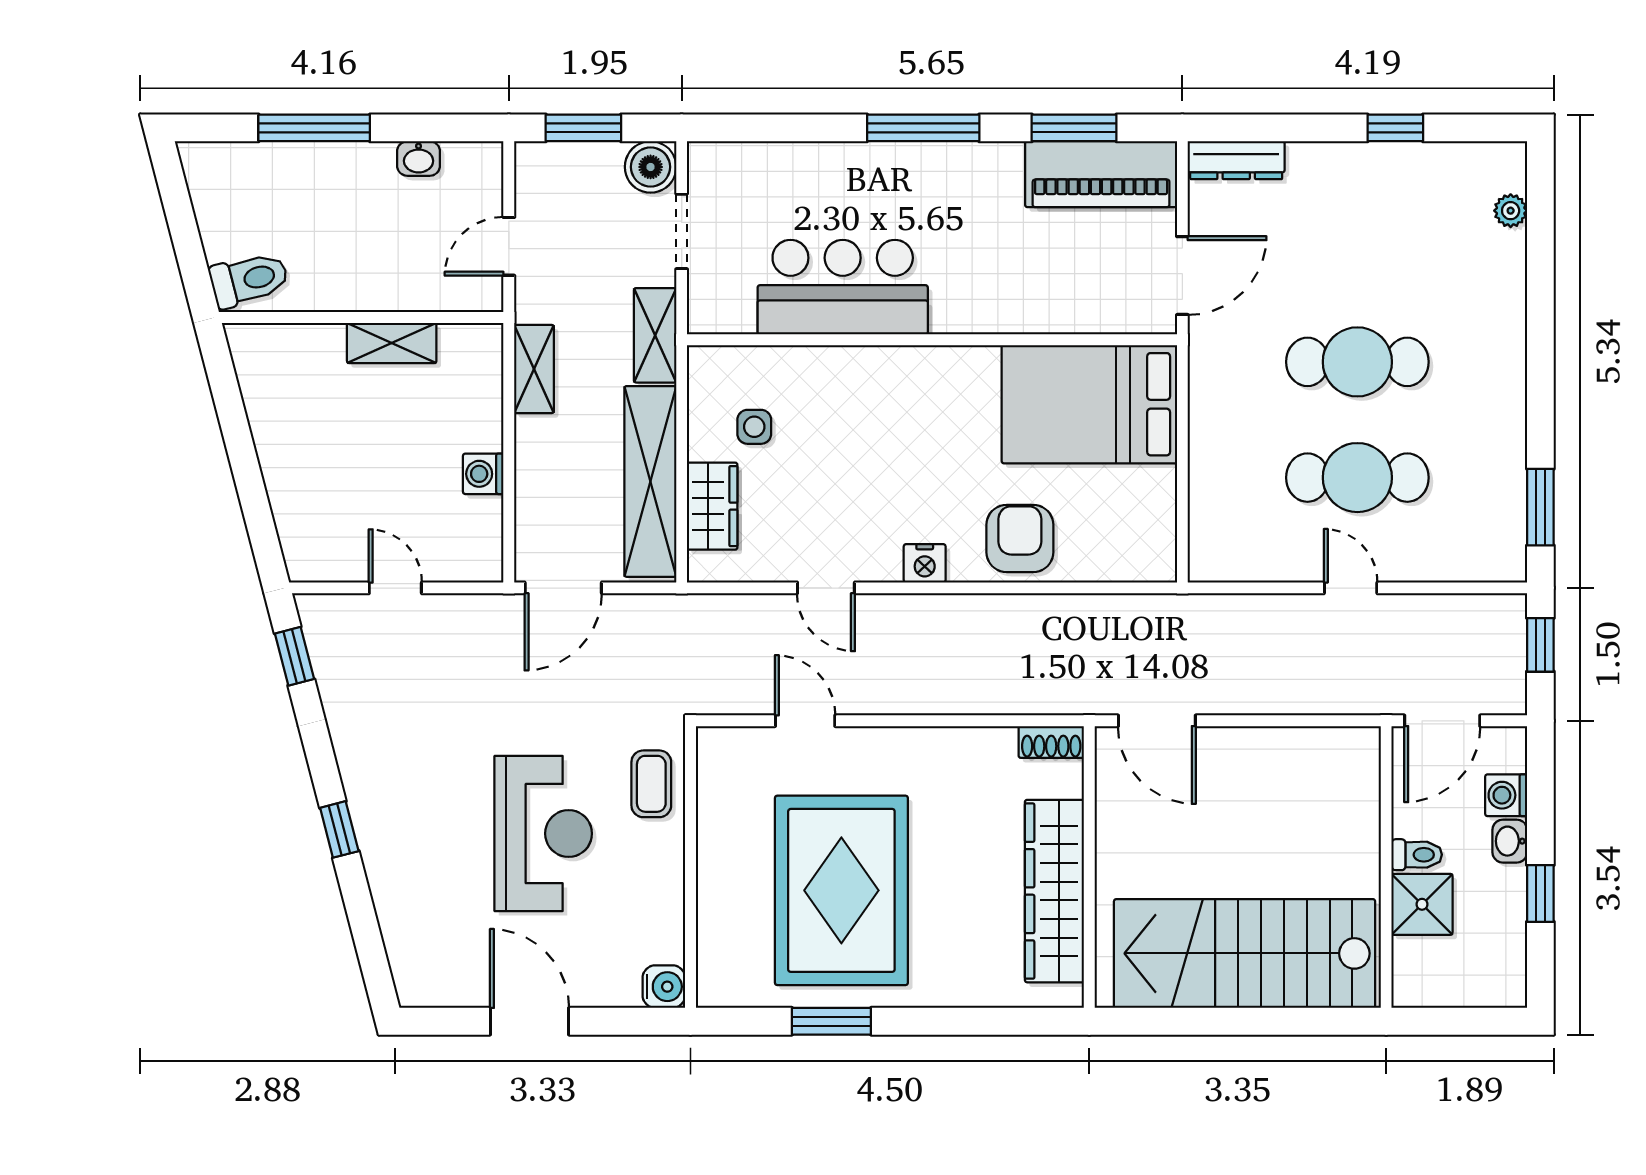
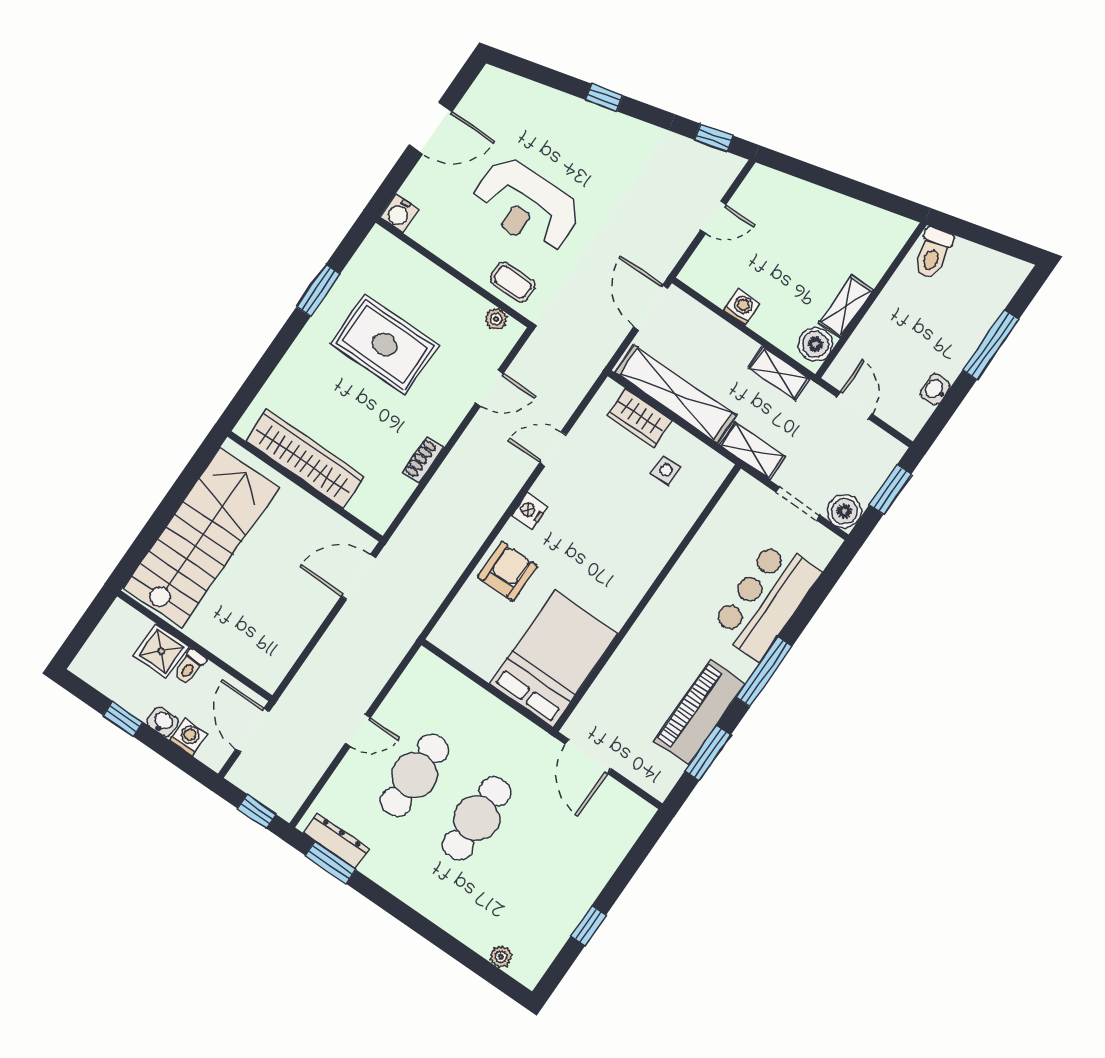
dresser: (1236, 160) -> (336, 841), moved, turned 90
piano: (1101, 174) -> (699, 712), moved
bar counter: (843, 287) -> (766, 600), moved, turned 180
boiler: (466, 349) -> (815, 344), added
armchair: (1020, 538) -> (507, 571), turned -90
shoe rack: (1051, 742) -> (423, 460), moved
plant: (712, 772) -> (496, 319), added
rug: (841, 890) -> (385, 344), width x0.73, depth x0.69

